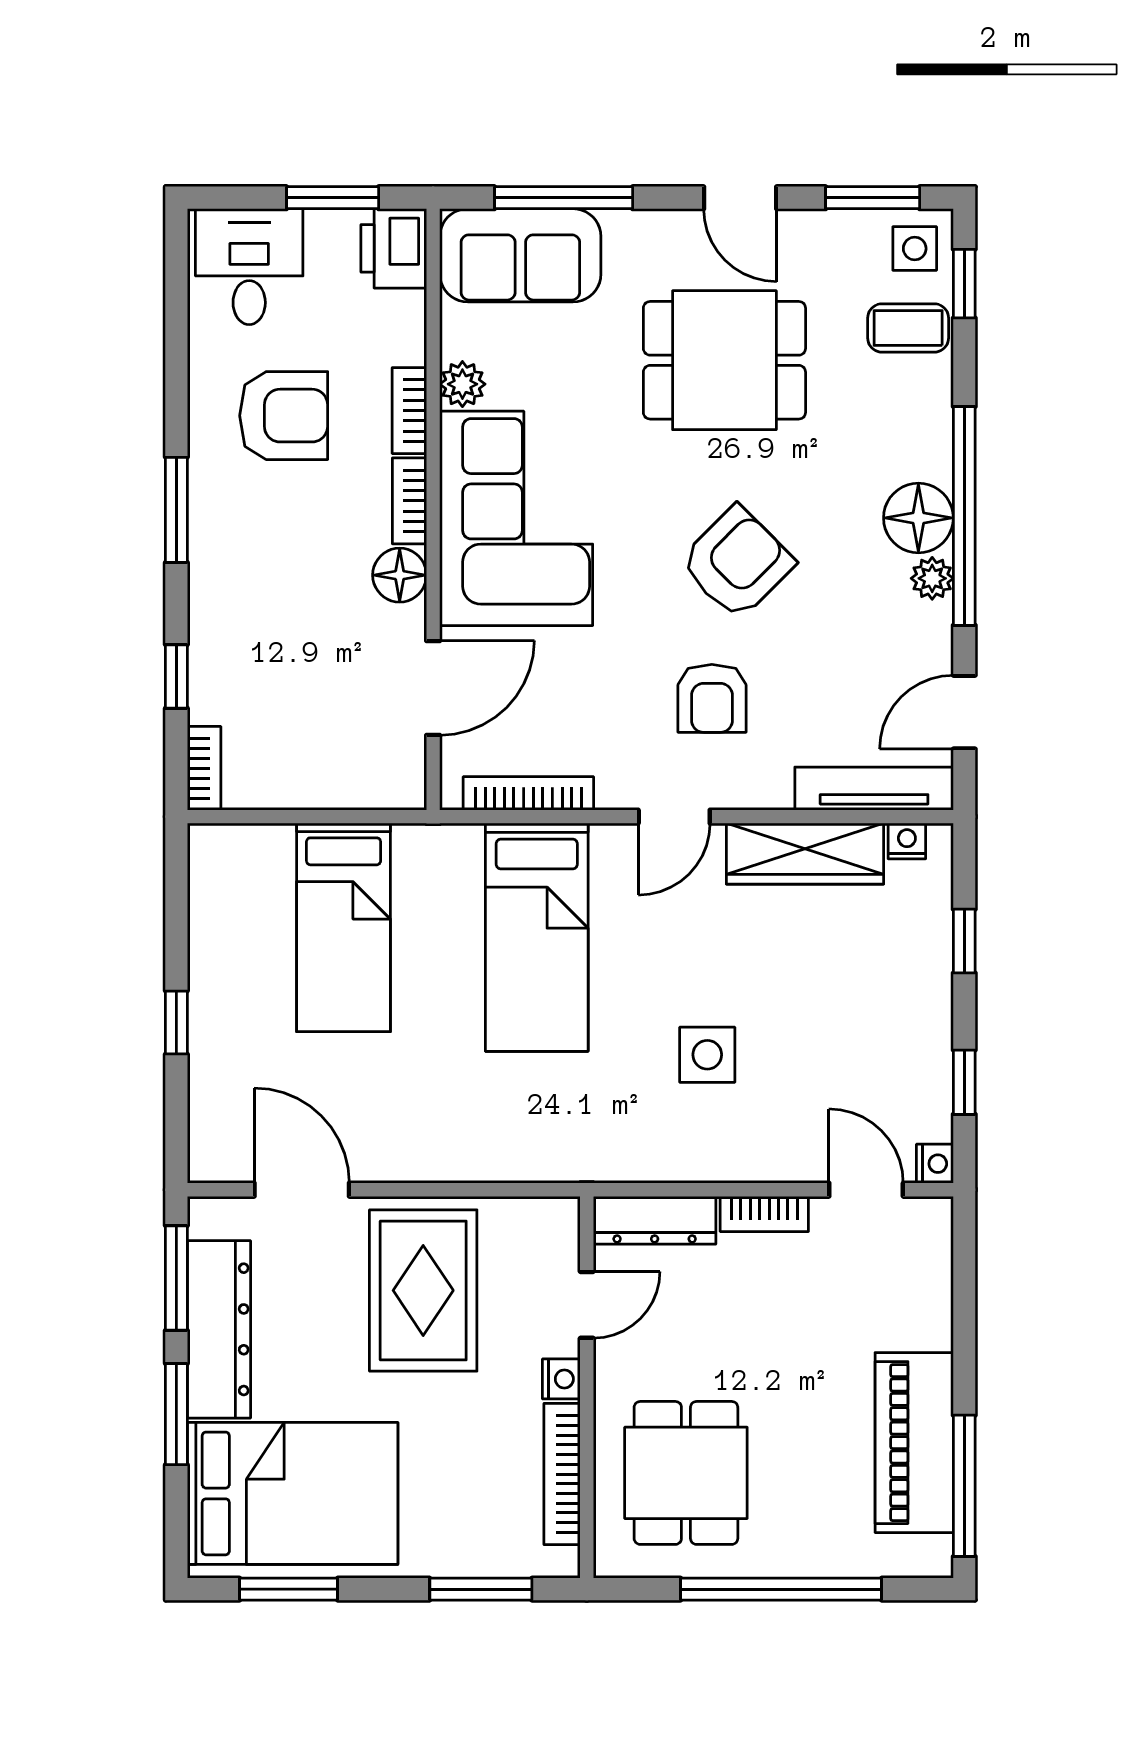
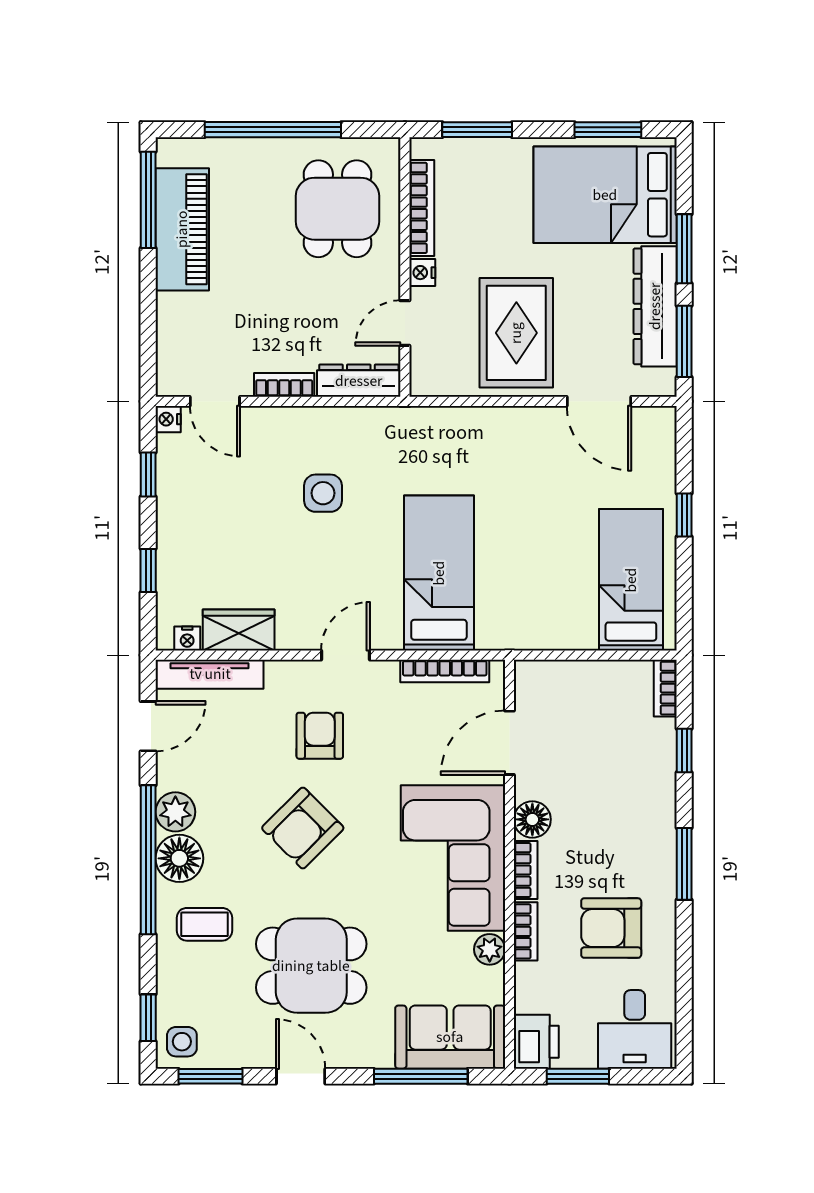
coffee table: (908, 328) -> (204, 924), moved
plant: (932, 578) -> (175, 812), width x1.38, depth x1.38
wardrobe: (805, 854) -> (239, 630), width x0.67
bed: (344, 927) -> (631, 580), moved

